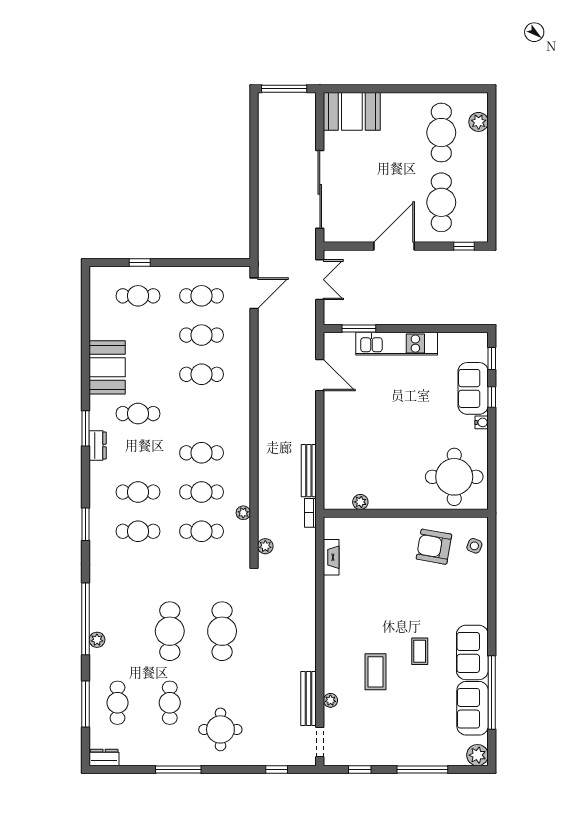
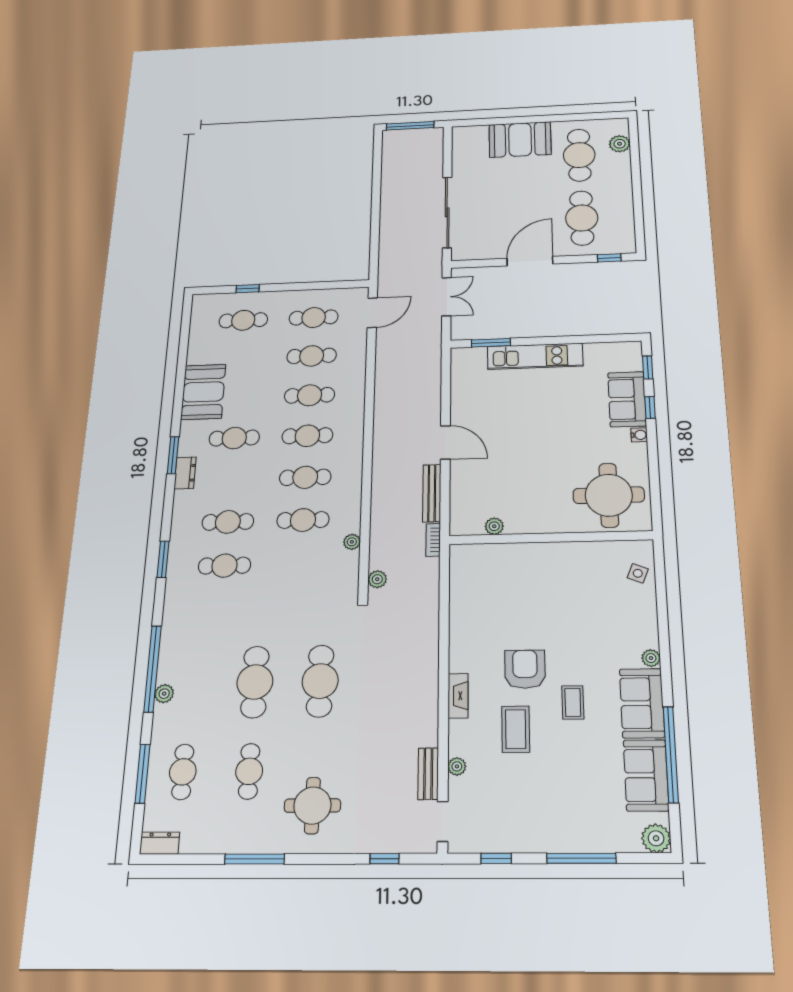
booth: (352, 111) -> (520, 140), moved
door: (320, 375) -> (445, 442), moved
cafe table: (202, 531) -> (307, 436), moved
armchair: (434, 547) -> (525, 669), moved, turned 80
fireplace: (331, 557) -> (458, 696), moved
plant: (481, 617) -> (651, 658), added
bench: (309, 698) -> (428, 774), width x0.73

